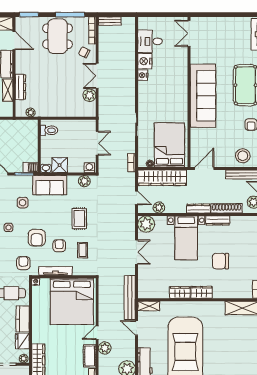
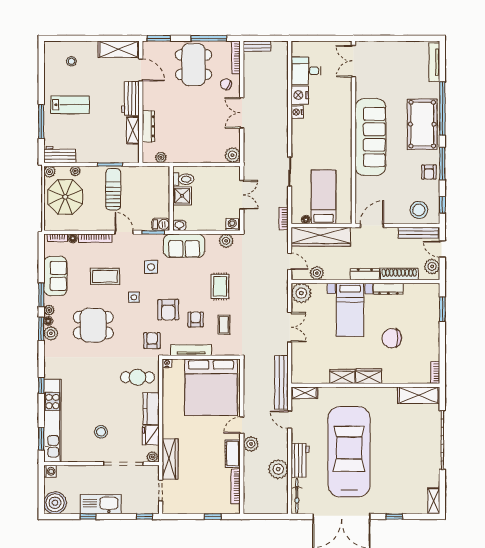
plant: (89, 95) -> (232, 155), moved
bed: (169, 145) -> (324, 197), width x0.67
shower: (60, 165) -> (182, 196), moved

